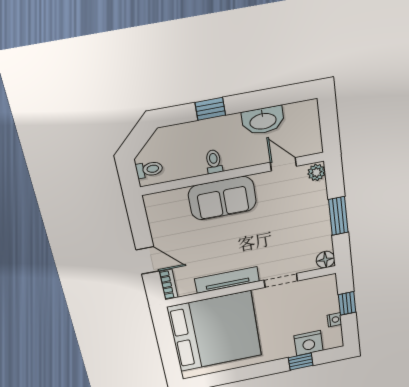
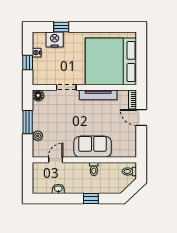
washbasin: (263, 121) -> (58, 189), width x0.52, depth x0.69
door: (283, 164) -> (56, 160), swing flipped
plant: (316, 172) -> (38, 136), moved

